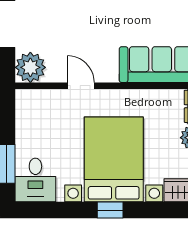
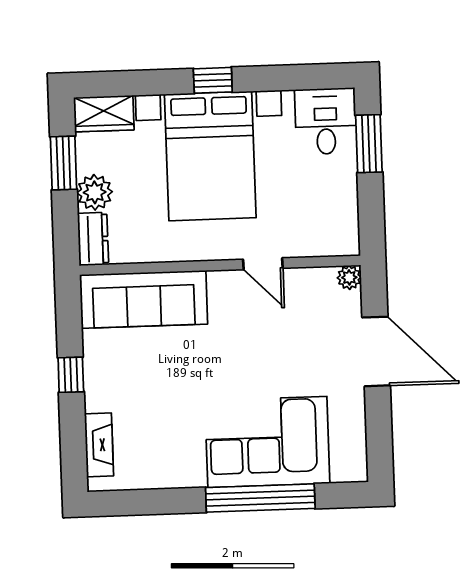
plant: (30, 67) -> (349, 277), width x0.53, depth x0.53

